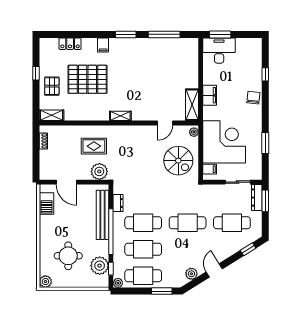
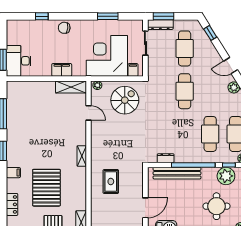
plant: (99, 171) -> (135, 176), removed
cafe table: (143, 223) -> (185, 134), removed

